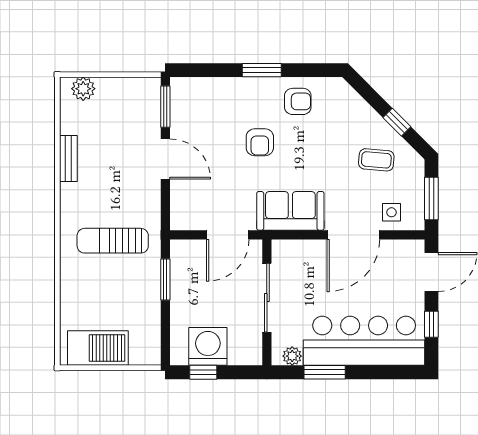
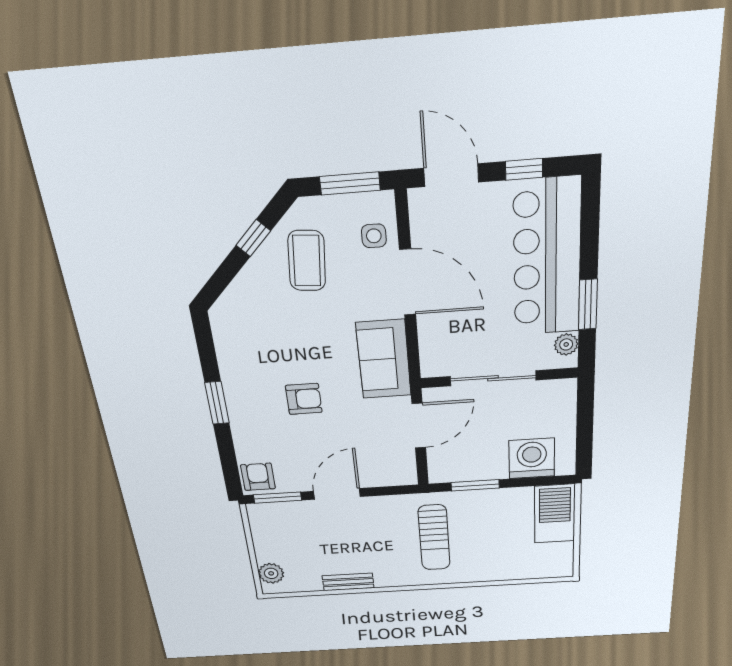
armchair: (298, 101) -> (258, 477), moved
coffee table: (376, 160) -> (307, 261), width x1.36, depth x1.30
door: (228, 235) -> (419, 426), hinge flipped
washing machine: (208, 346) -> (532, 458), moved, turned 90
barbecue: (98, 348) -> (555, 514), moved
window: (203, 372) -> (584, 440), removed

